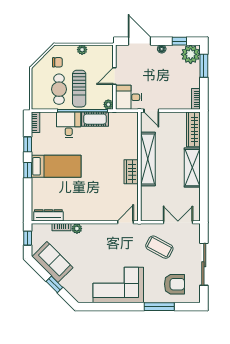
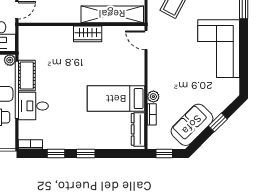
shelving: (148, 159) -> (112, 14), moved
bed: (56, 166) -> (116, 99), moved, turned -90

